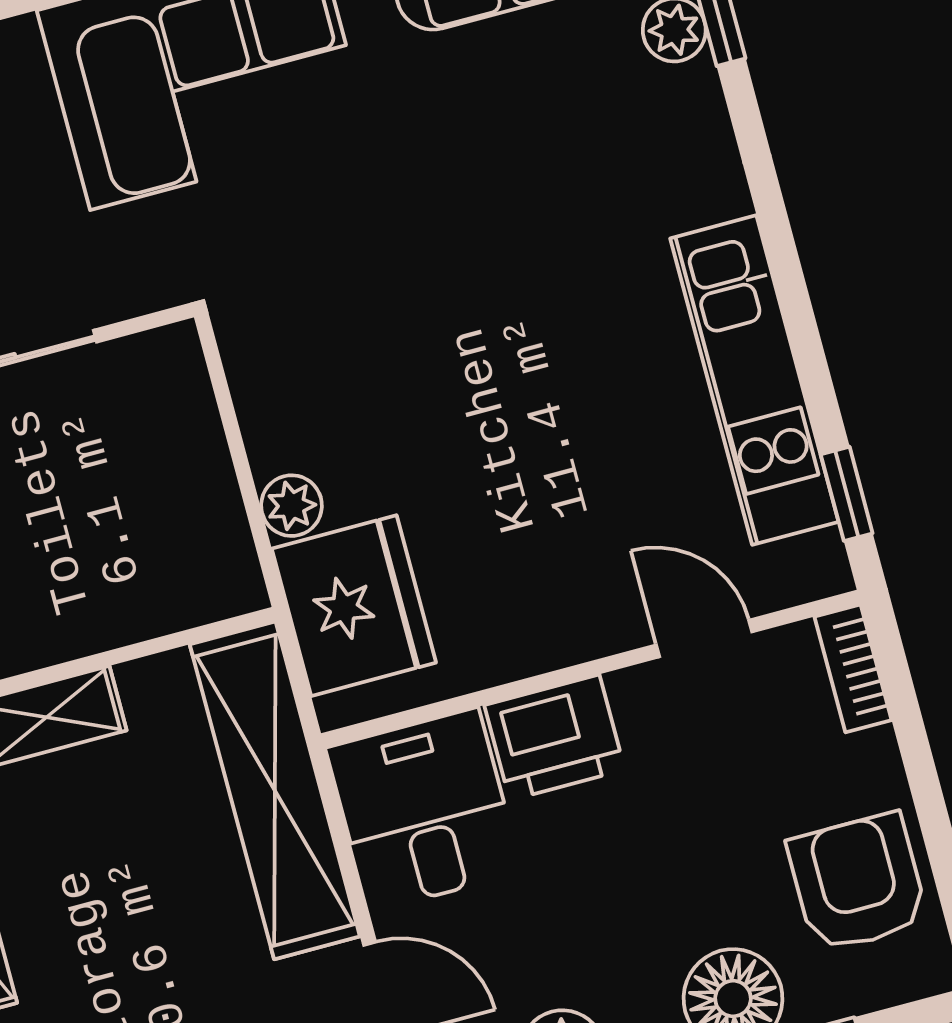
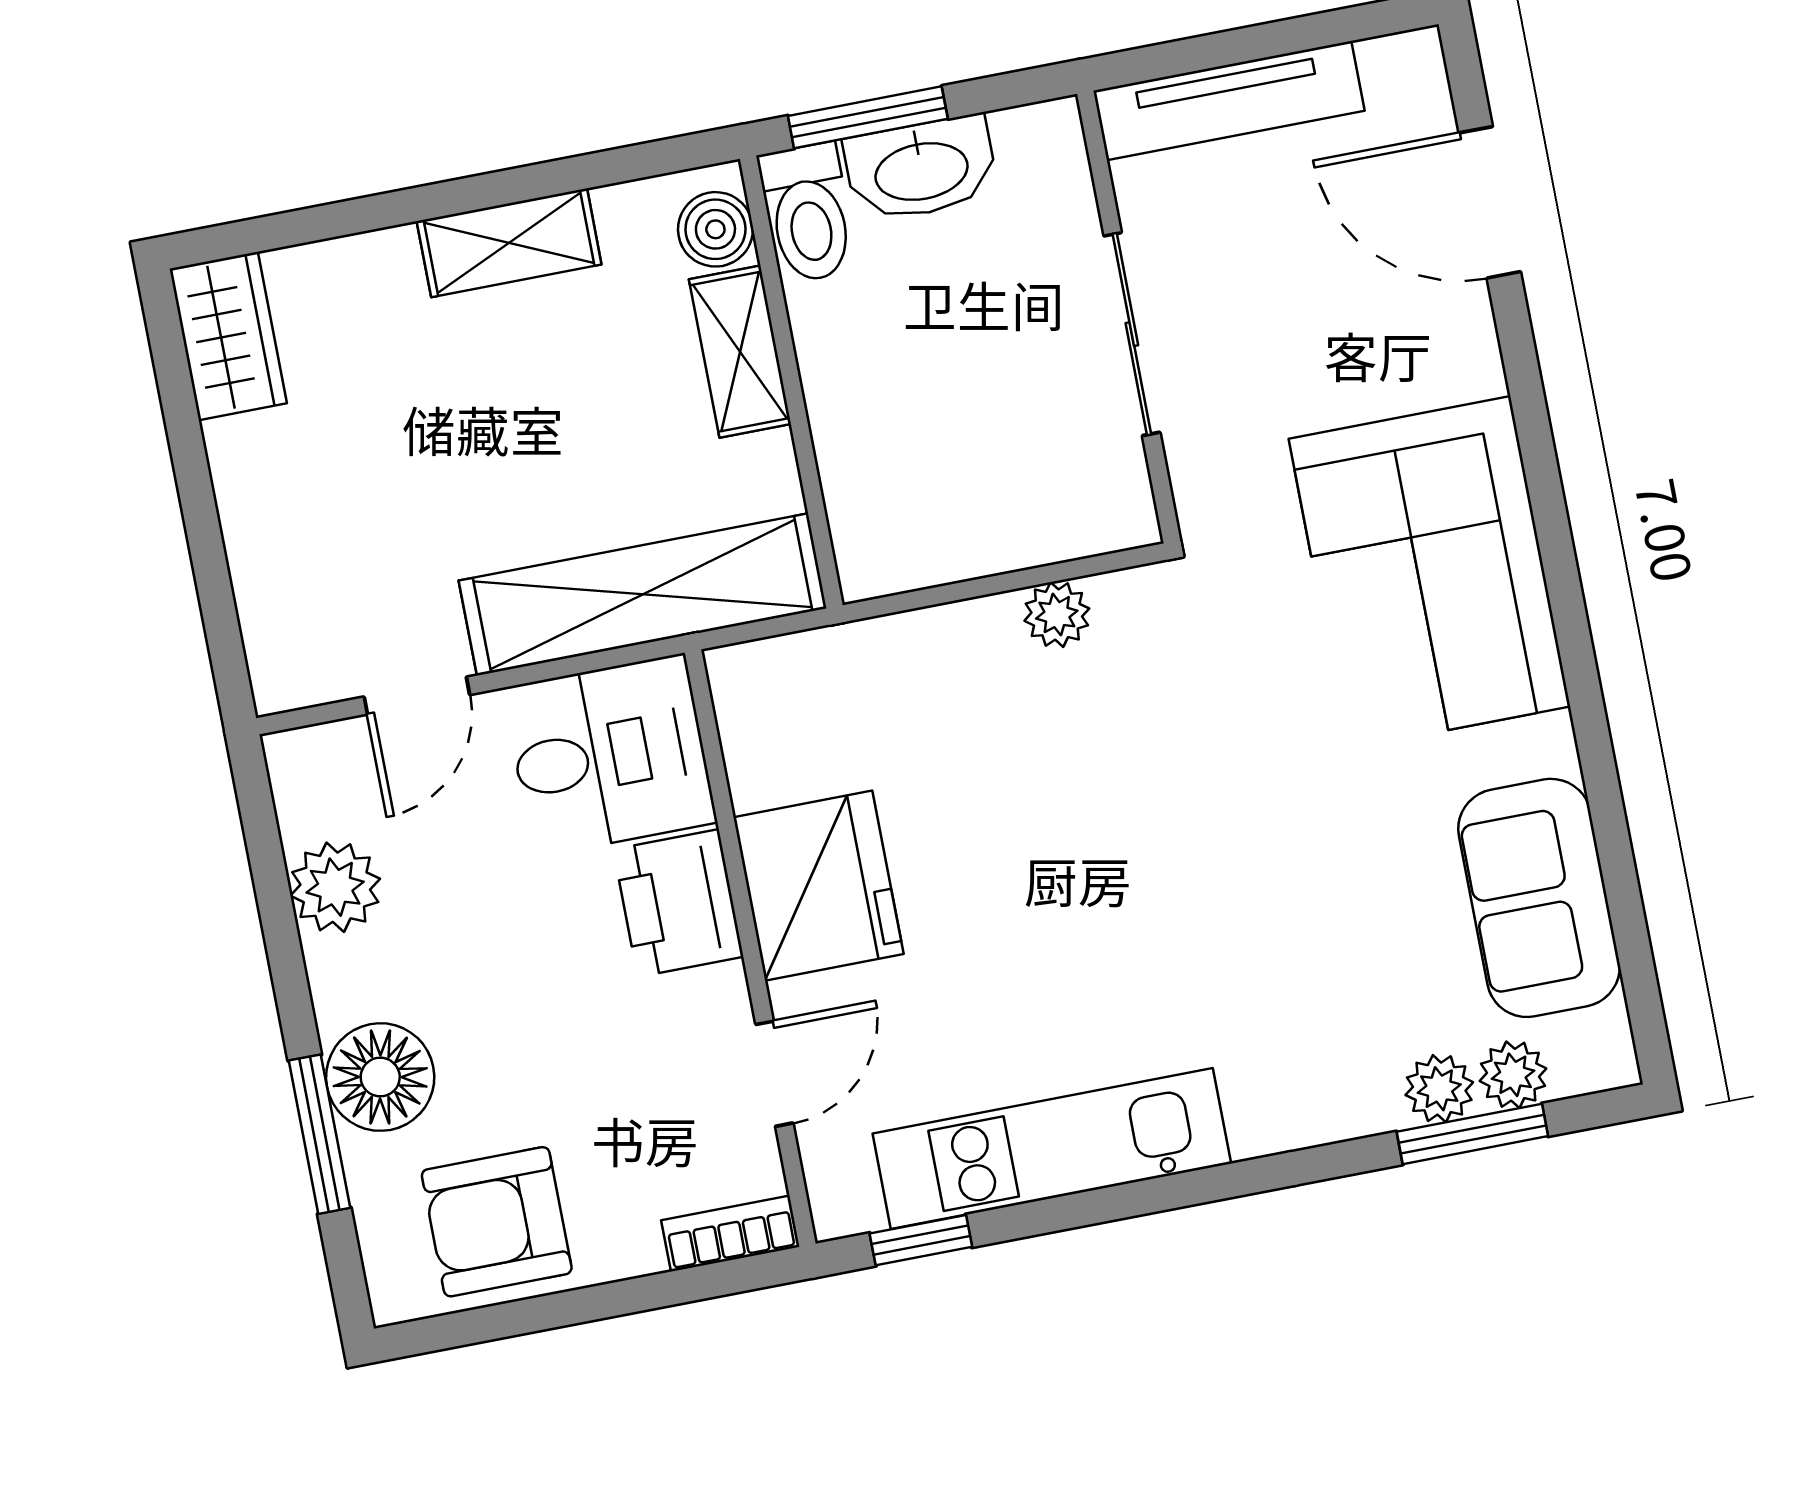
plant: (292, 506) -> (1057, 615), moved
fridge: (354, 606) -> (818, 886), moved, turned -90
armchair: (858, 883) -> (497, 1222), turned 180

